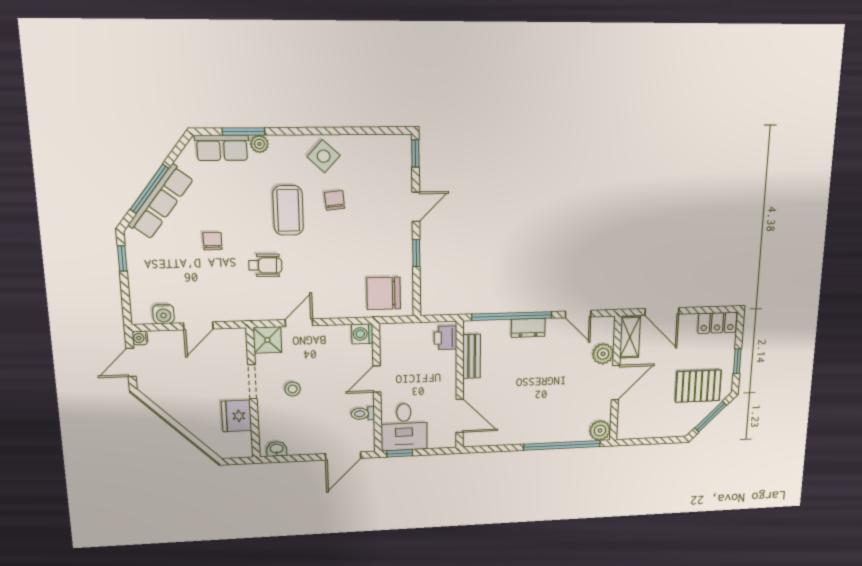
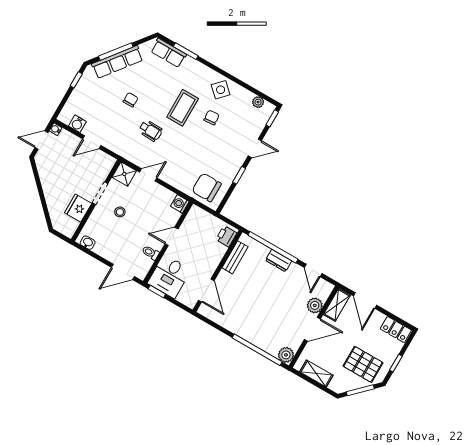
plant: (259, 144) -> (258, 102), moved
shelving: (648, 429) -> (316, 374), added

